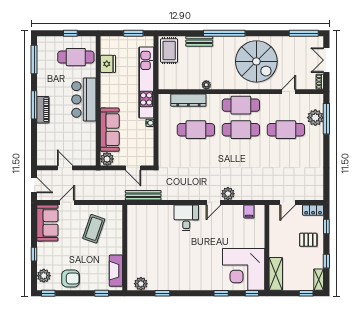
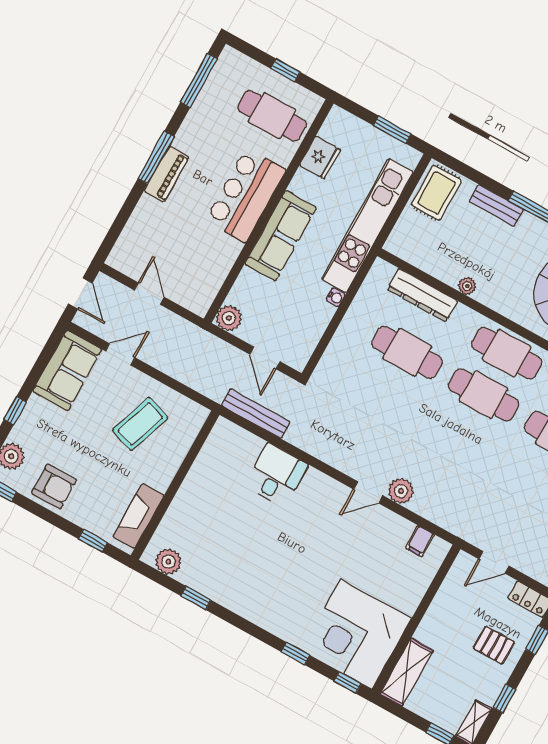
sofa: (110, 130) -> (281, 236), moved
desk: (186, 218) -> (276, 475), moved

